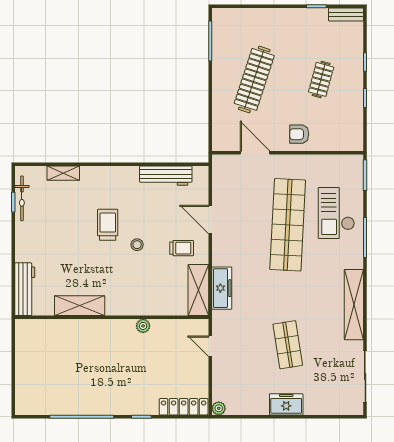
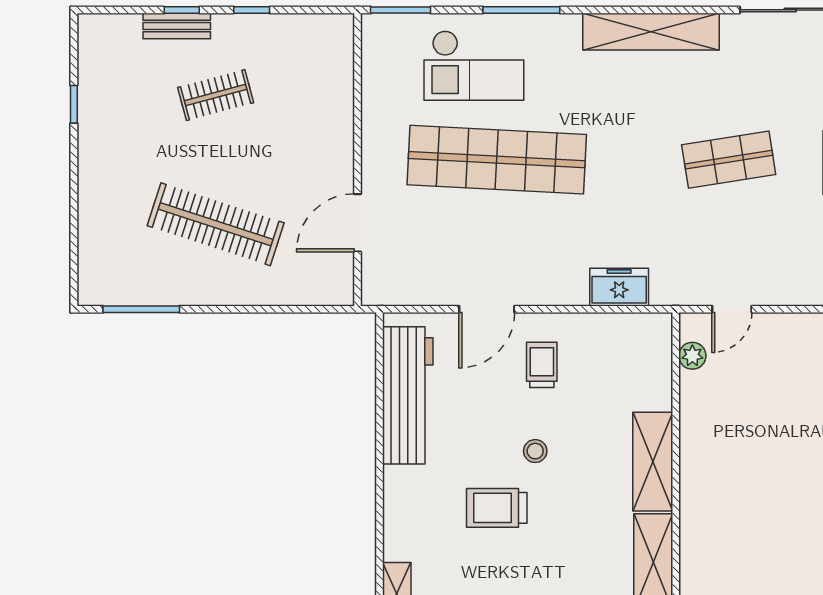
bench: (346, 14) -> (177, 26), moved, turned 90
clothes rail: (321, 79) -> (216, 95), turned -30
armchair: (299, 134) -> (322, 137), removed
workbench: (166, 176) -> (408, 395), width x1.36, depth x1.32
freezer: (222, 288) -> (619, 287), width x0.71
shelving: (198, 290) -> (653, 462), moved, turned 90
plant: (143, 326) -> (692, 356), moved

